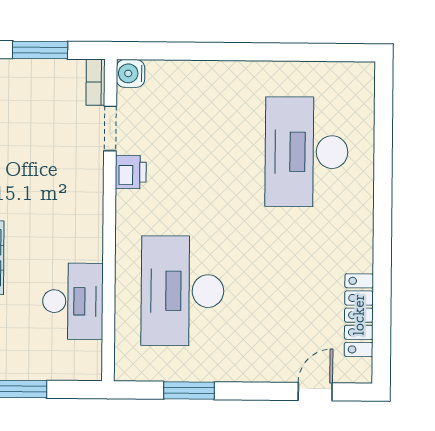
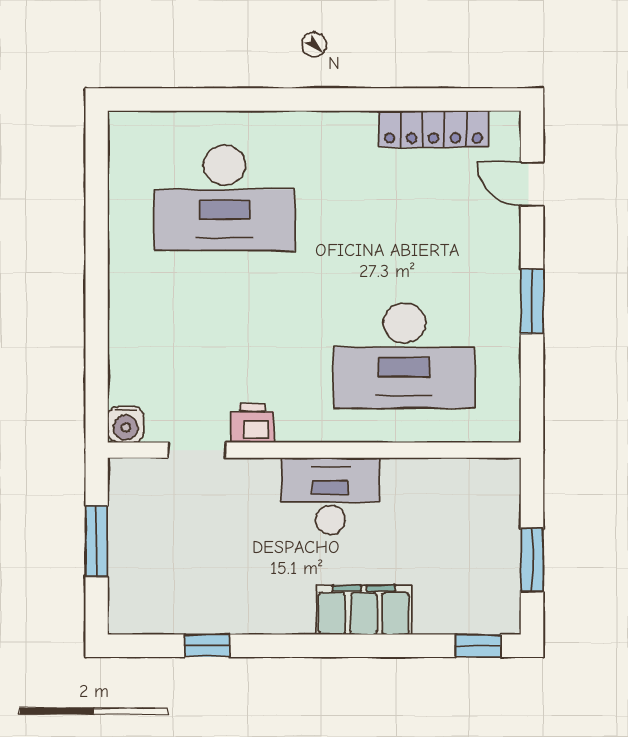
bookcase: (96, 82) -> (137, 469), removed
desk: (73, 301) -> (330, 496), moved
window: (189, 391) -> (532, 301), moved

